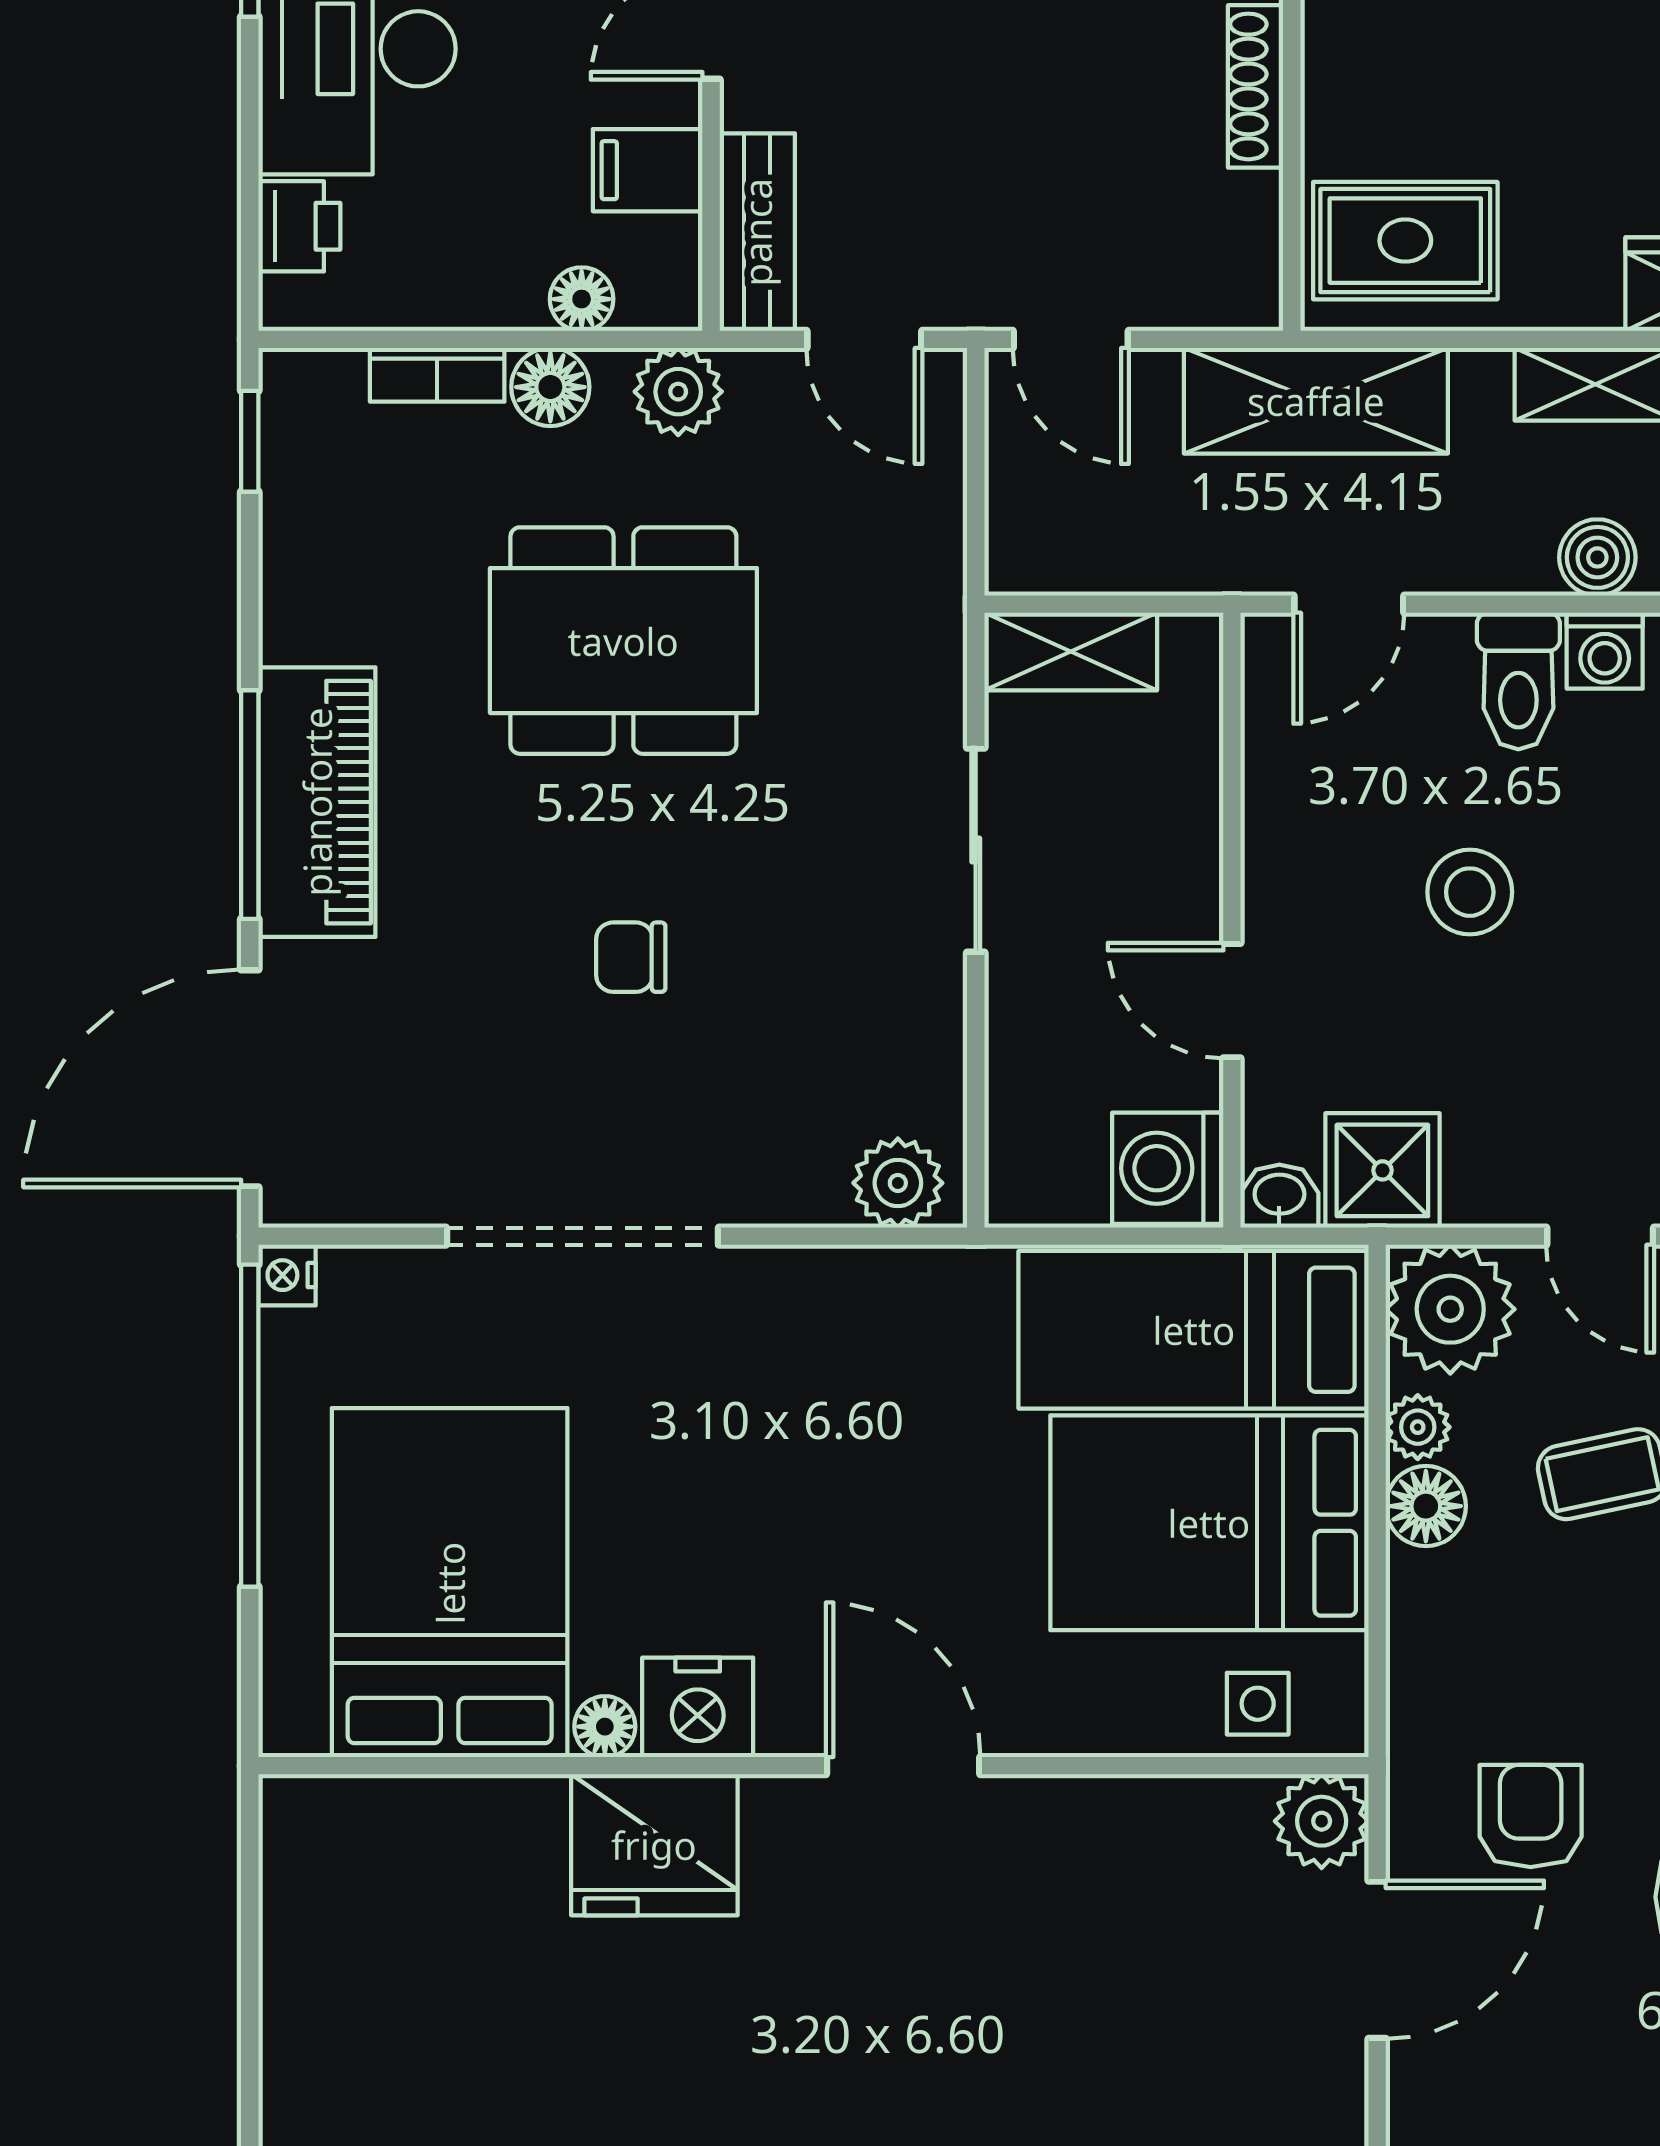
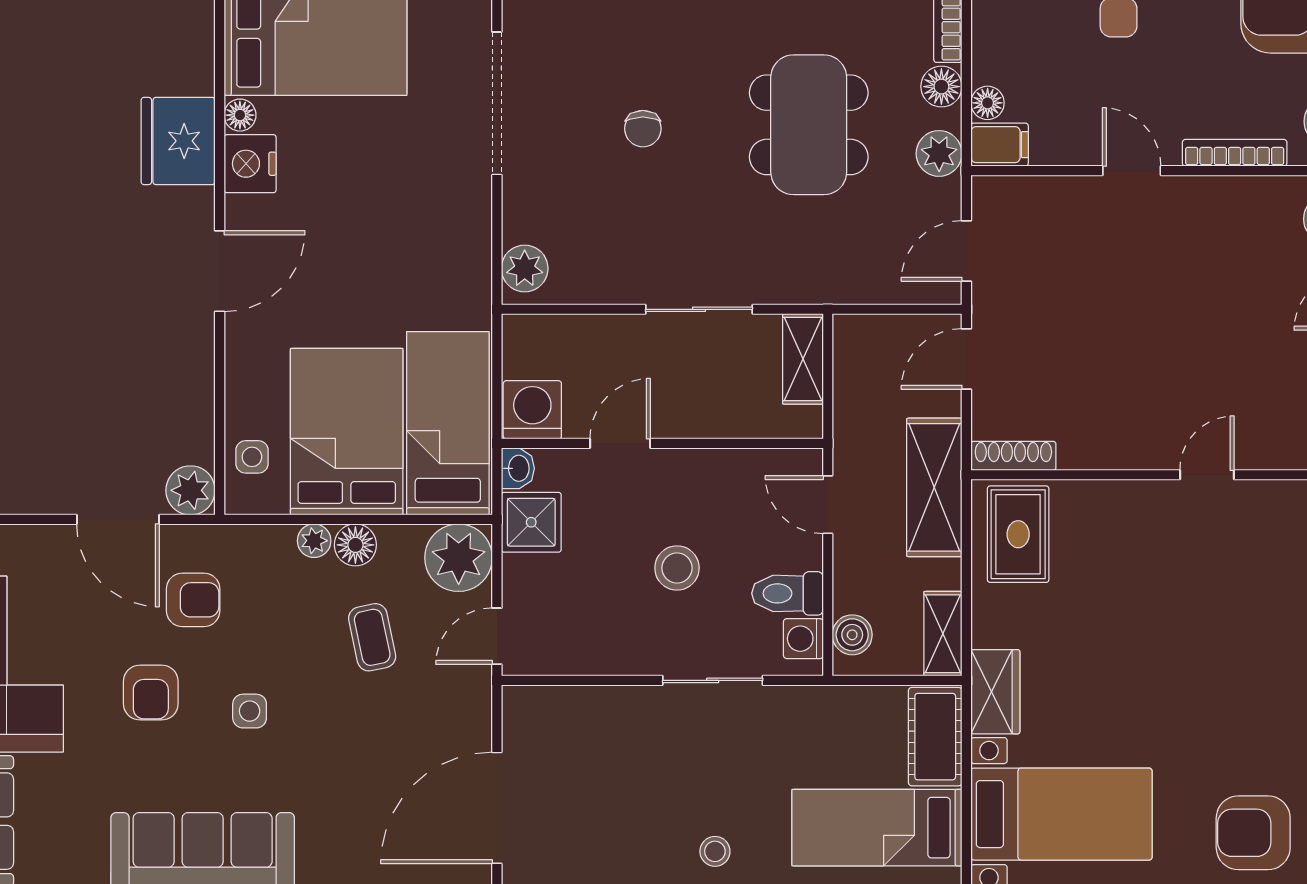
shoe rack: (1256, 86) -> (1013, 456), moved
filing cabinet: (648, 170) -> (1000, 145), moved, turned 90
bench: (757, 232) -> (1023, 195), removed
chair: (631, 957) -> (643, 129), turned 180
plant: (1418, 1427) -> (314, 541), moved

